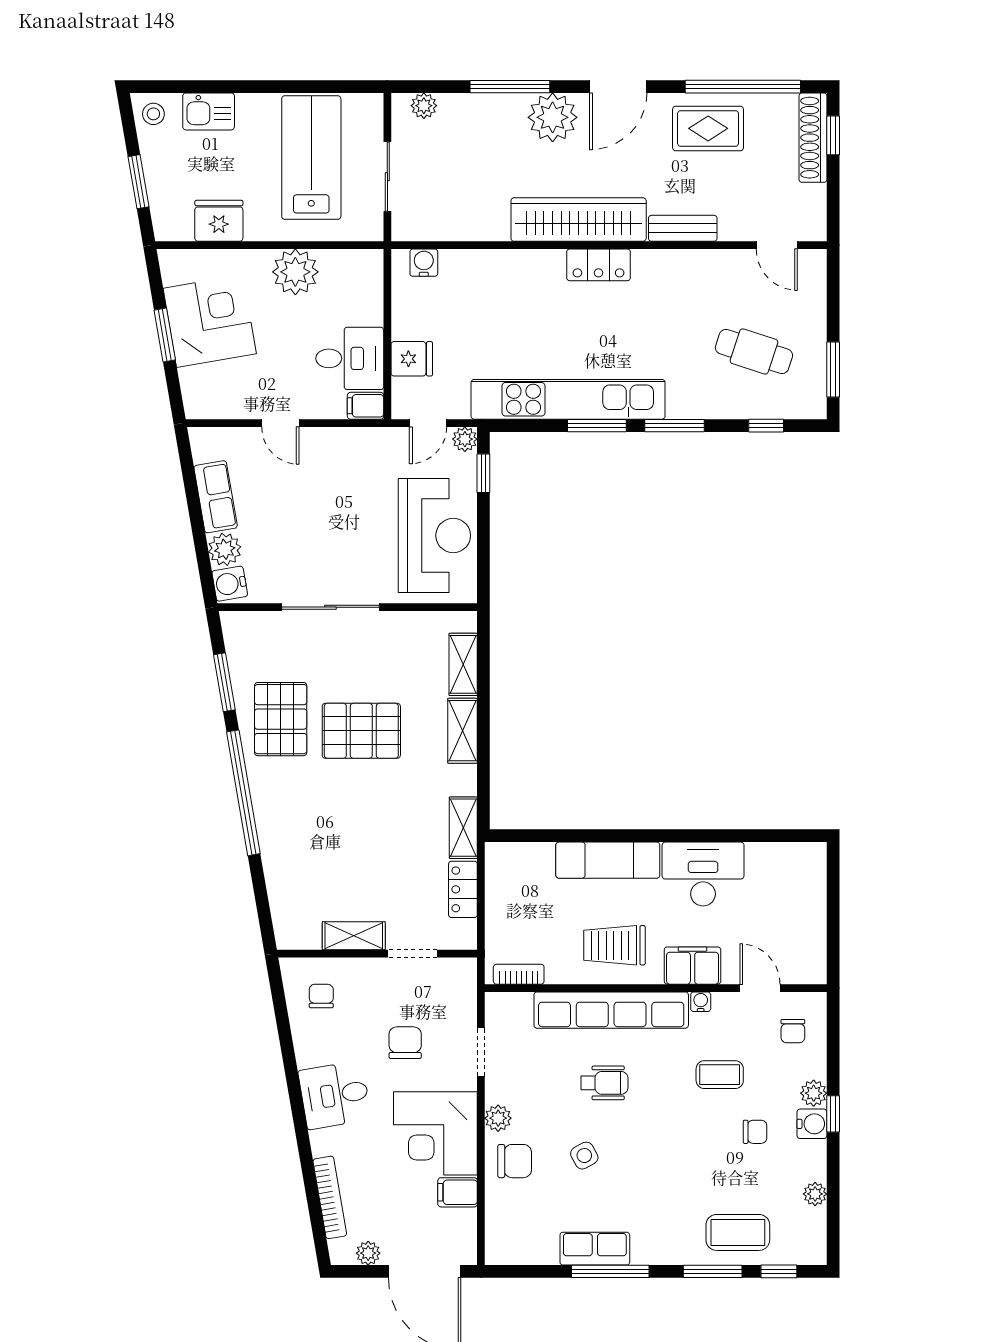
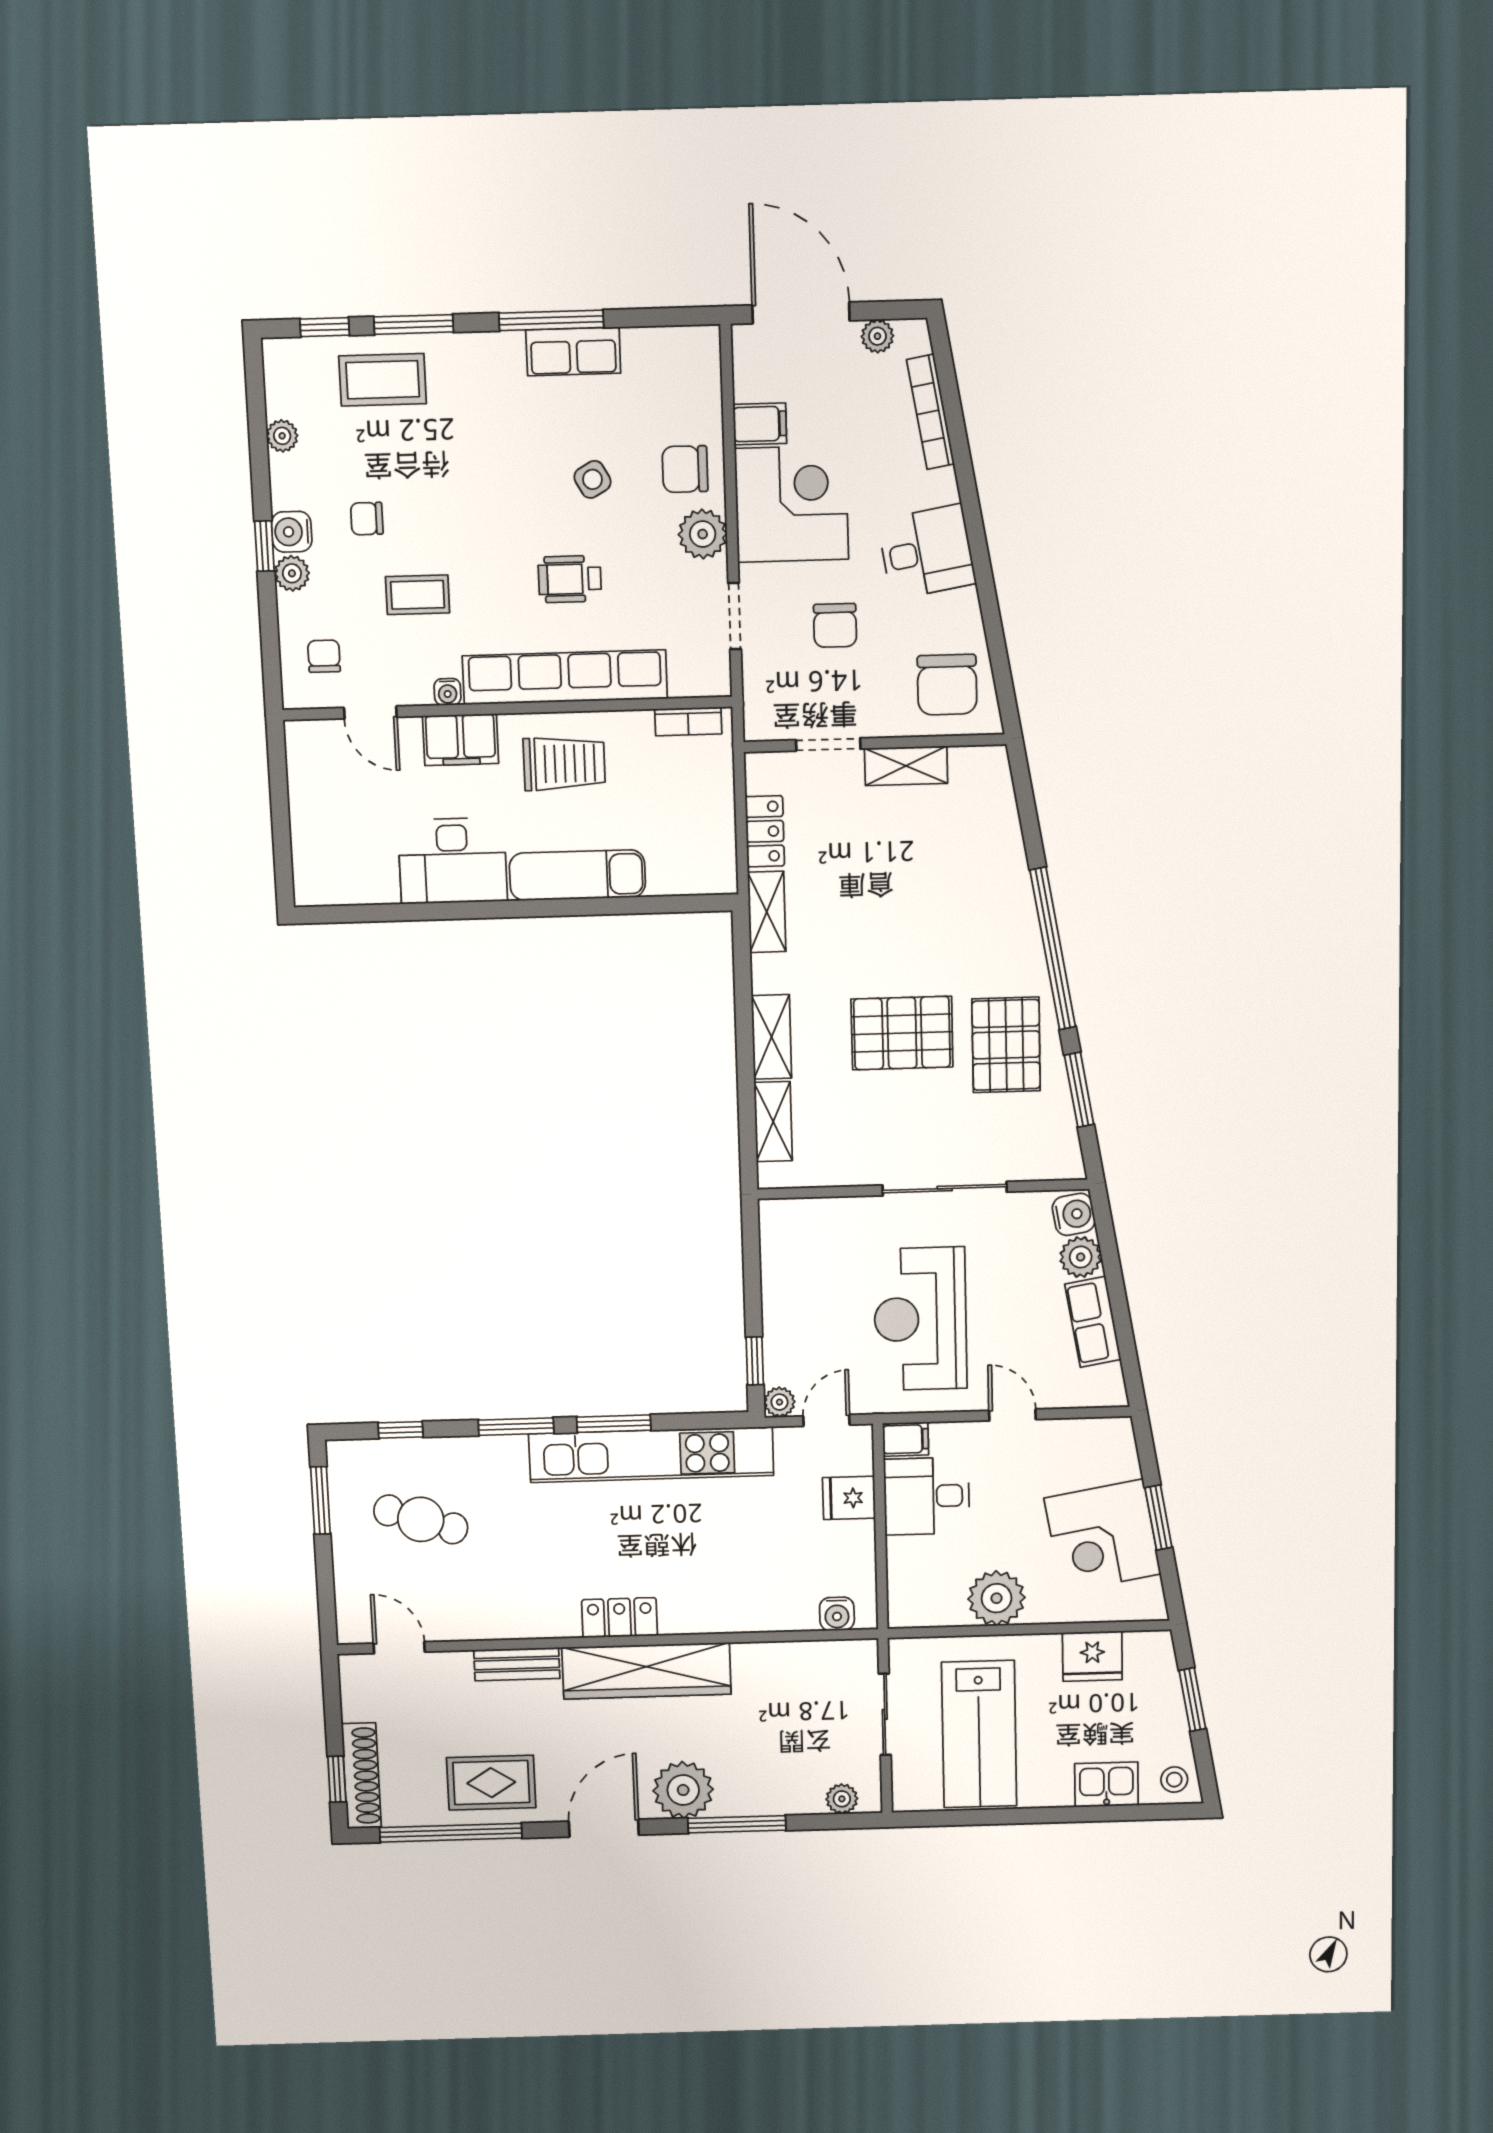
reception desk: (434, 535) -> (920, 1319), moved
chair: (321, 996) -> (947, 685), width x1.87, depth x1.87
plant: (498, 1118) -> (703, 534), width x1.38, depth x1.38

